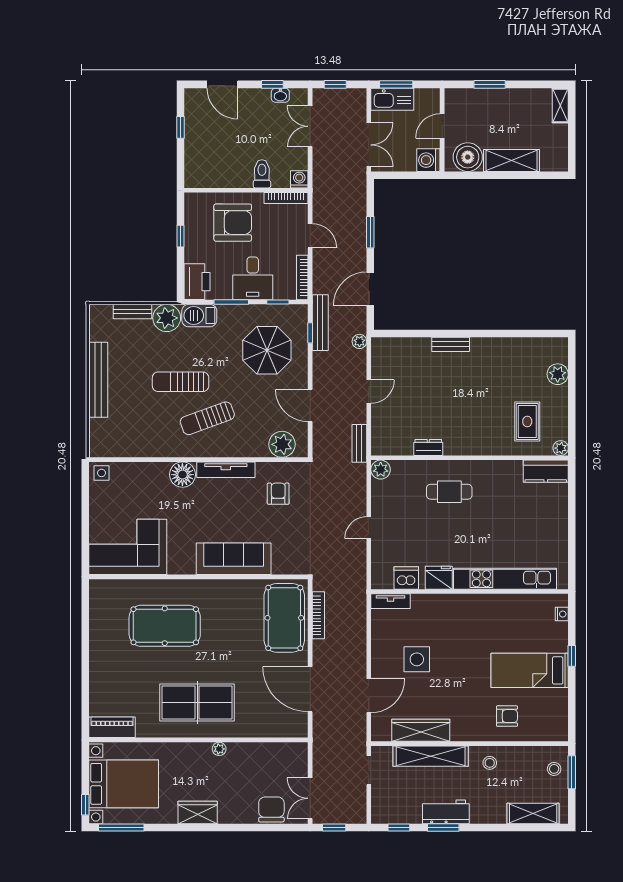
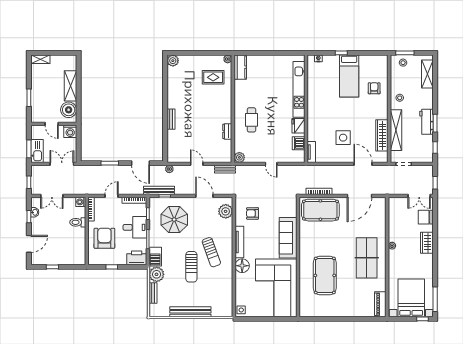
plant: (558, 374) -> (173, 61), moved
door: (310, 406) -> (204, 196), swing flipped
corner sofa: (128, 547) -> (276, 288), width x1.36, depth x1.36
wardrobe: (198, 812) -> (427, 243), moved

